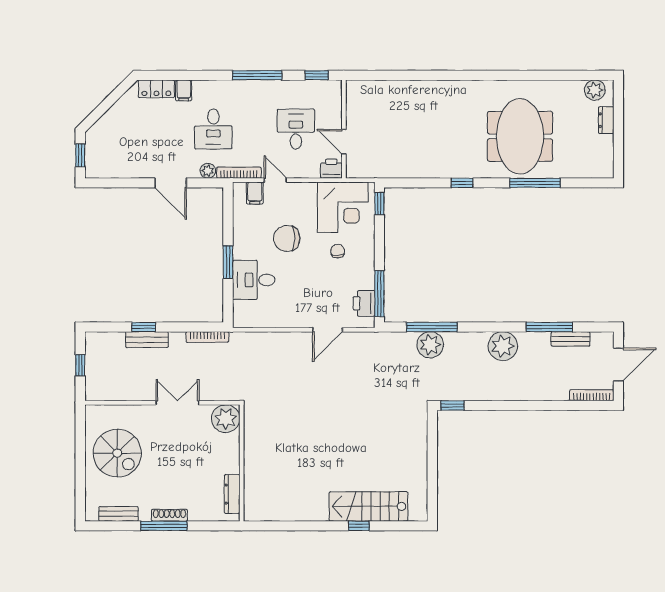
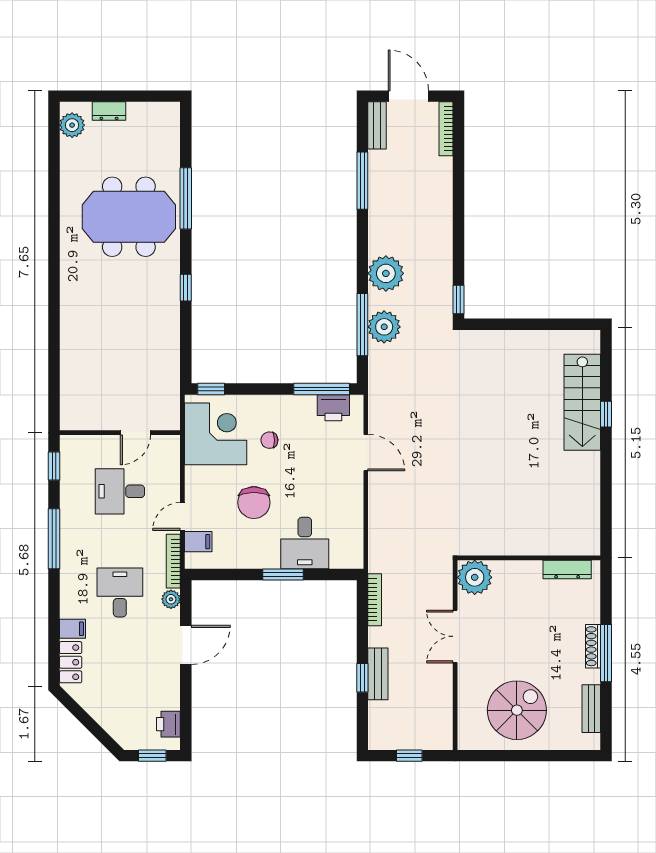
desk: (213, 129) -> (120, 592), turned -90
printer: (331, 169) -> (168, 724), moved
bench: (571, 339) -> (377, 125), moved
plant: (503, 346) -> (386, 273), moved

